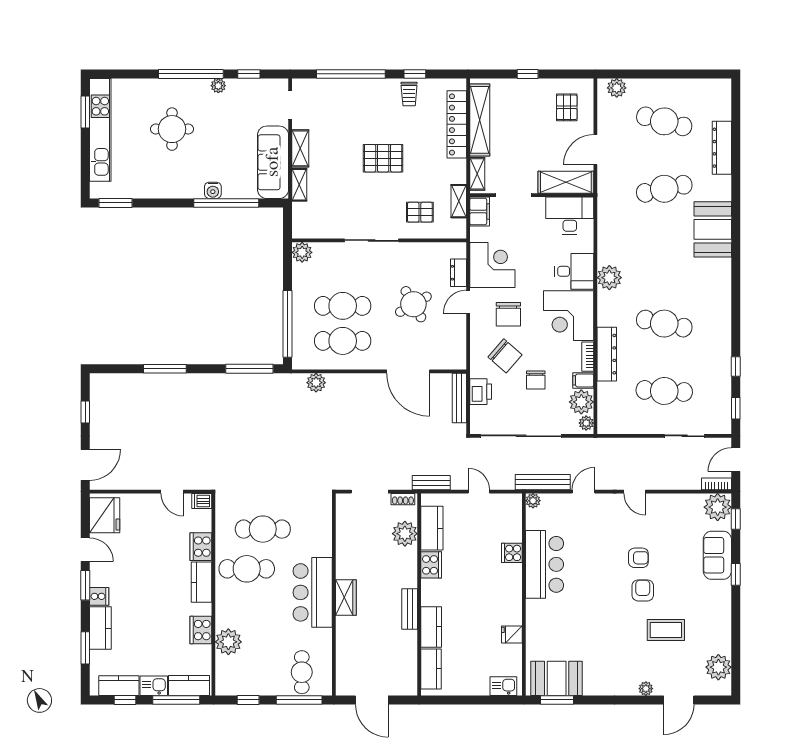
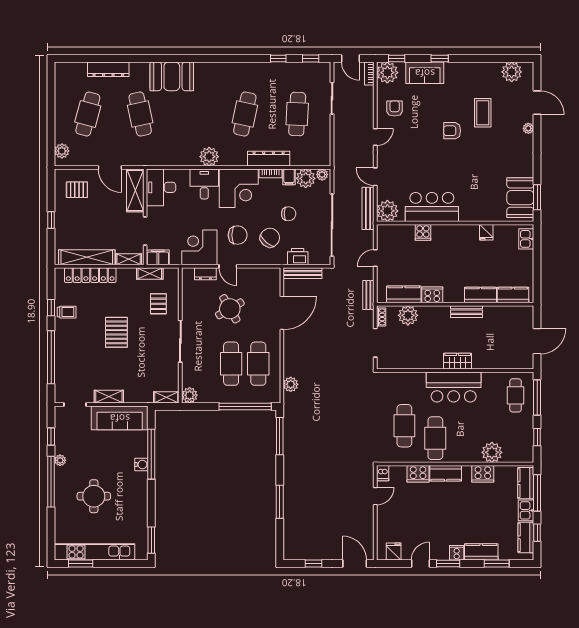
shelving: (299, 185) -> (166, 397), moved
plant: (533, 501) -> (387, 211), width x1.88, depth x1.88
fridge: (105, 515) -> (394, 551), width x0.53, depth x0.75
armchair: (638, 558) -> (395, 108), moved
cafe table: (302, 672) -> (516, 395), turned 90

